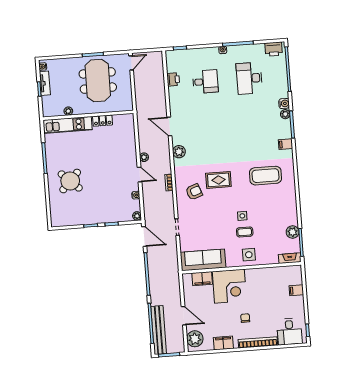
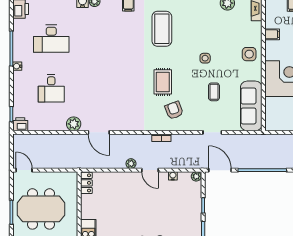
printer: (173, 79) -> (20, 124), moved
desk: (205, 82) -> (51, 88), turned 180
locker: (103, 121) -> (86, 183), moved
door: (169, 127) -> (99, 132), hinge flipped
plant: (179, 152) -> (74, 124), moved
door: (140, 175) -> (150, 170), swing flipped
coffee table: (245, 232) -> (214, 92), moved
door: (144, 237) -> (220, 170), hinge flipped
filing cabinet: (202, 279) -> (272, 34), moved, width x0.50

